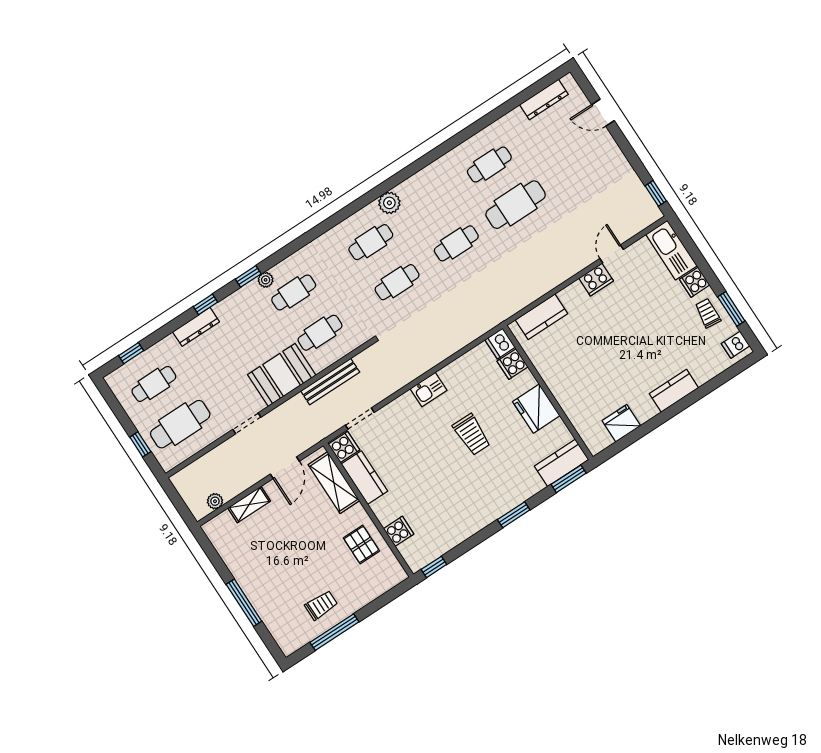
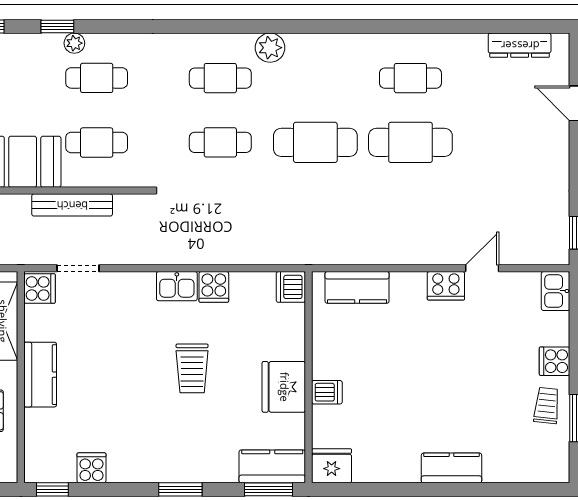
cafe table: (456, 243) -> (315, 142), width x1.37, depth x1.35
kitchen sink: (671, 250) -> (556, 291), width x0.53, depth x0.81
dishwasher: (735, 345) -> (327, 392), moved, turned 180
cooker: (513, 364) -> (214, 287), moved, turned -90
fridge: (621, 423) -> (332, 466), moved
kitchen counter: (365, 478) -> (40, 375), moved
cooker: (399, 531) -> (91, 468), moved, turned -90

